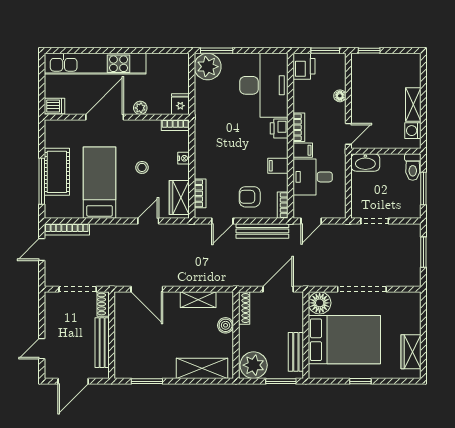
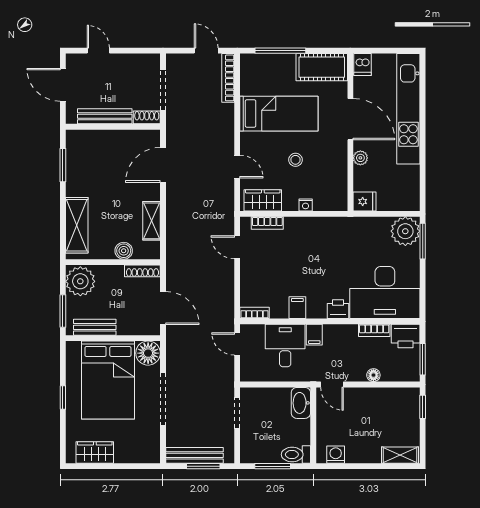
shelving: (413, 104) -> (400, 455), moved
bookcase: (175, 125) -> (342, 196), removed
bookcase: (299, 127) -> (374, 330), moved
cot: (57, 172) -> (322, 67), moved
armchair: (250, 197) -> (264, 277), removed
bench: (262, 231) -> (194, 455), moved, turned 90

